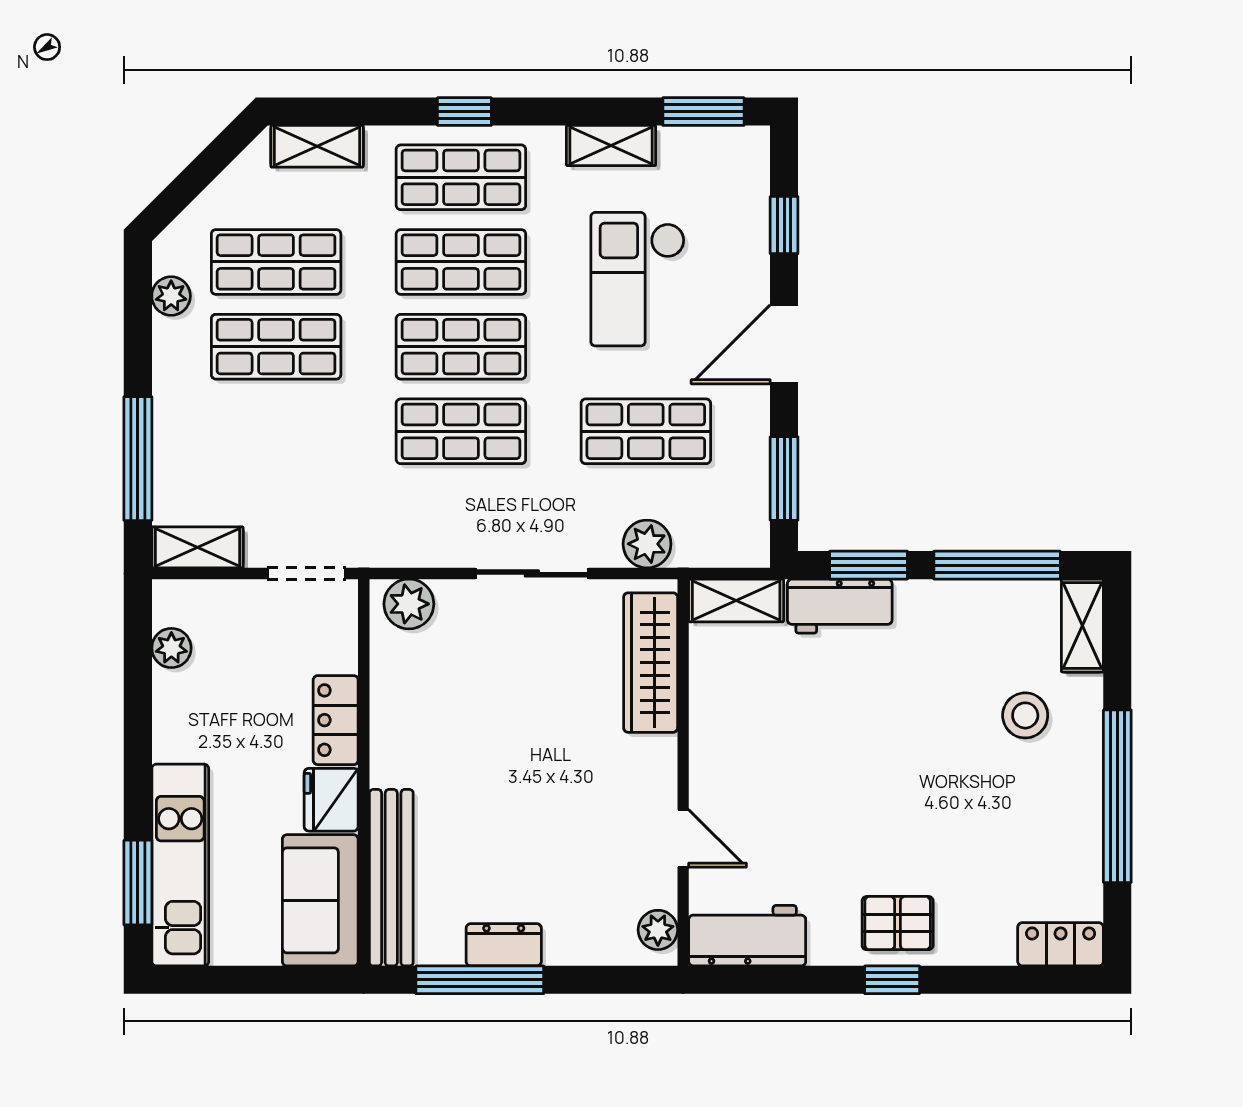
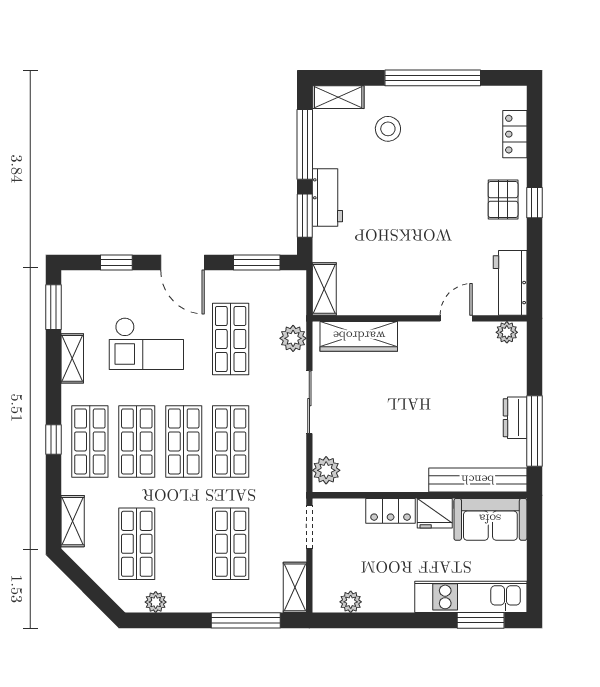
shop shelf: (276, 347) -> (231, 544), moved
workbench: (840, 606) -> (327, 198), moved
locker: (1061, 944) -> (515, 134), moved

